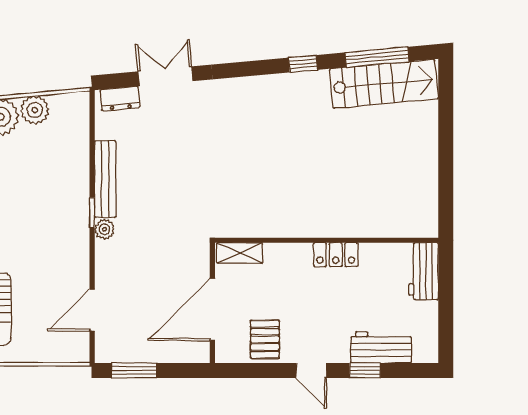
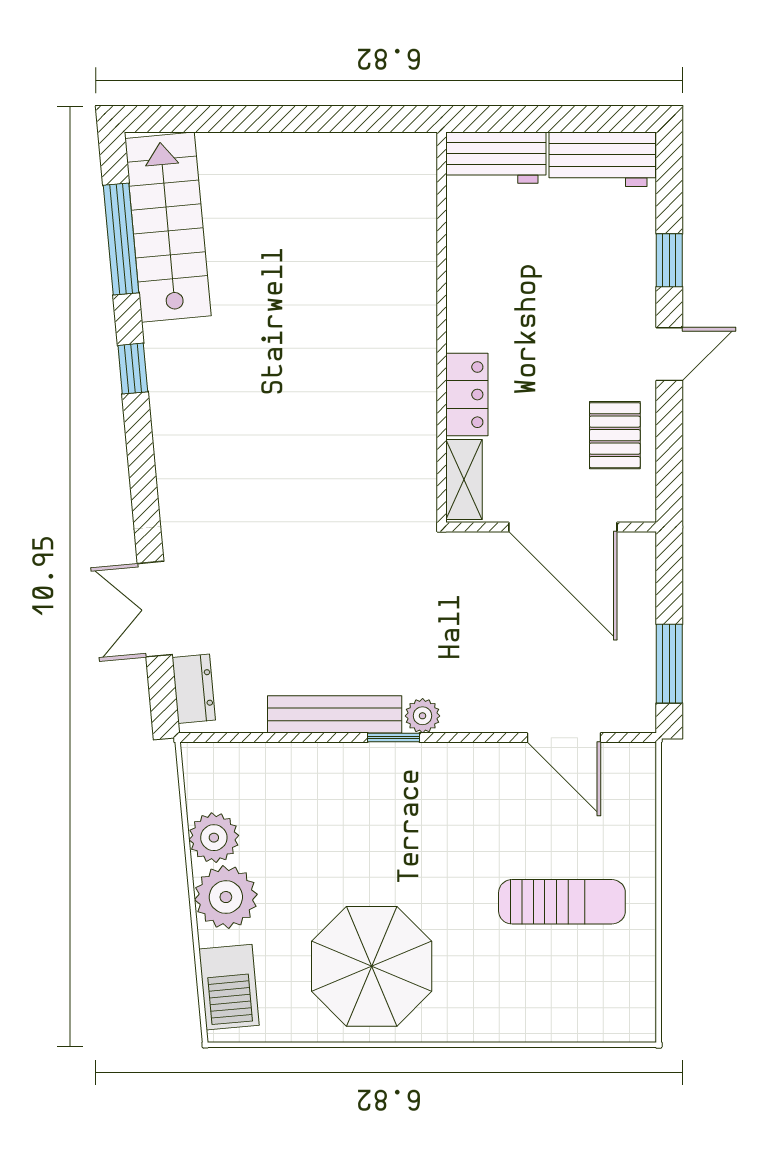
locker: (336, 255) -> (467, 395), moved
pallet: (265, 339) -> (615, 435), turned 90
workbench: (381, 347) -> (602, 159), moved, turned -90

